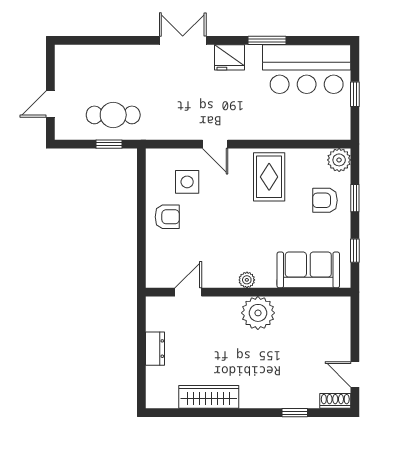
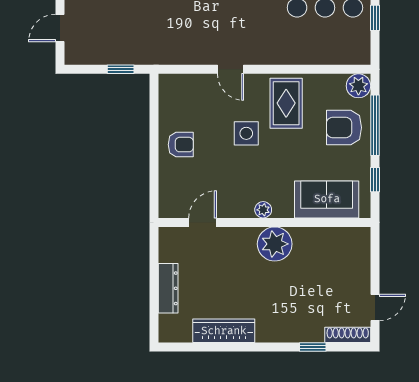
cafe table: (113, 115) -> (125, 39), removed
side table: (187, 182) -> (246, 133), moved
window: (355, 198) -> (375, 125), width x2.17
armchair: (325, 200) -> (344, 128), width x1.38, depth x1.38
dresser: (155, 349) -> (168, 288), width x1.44
door: (355, 374) -> (375, 307), swing flipped
shoe rack: (335, 401) -> (348, 335), width x1.43

